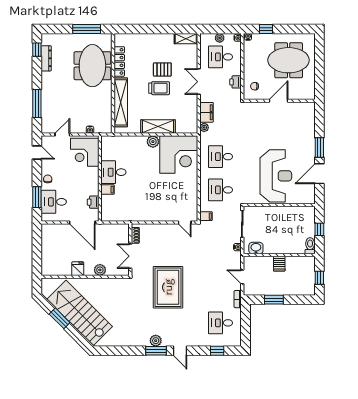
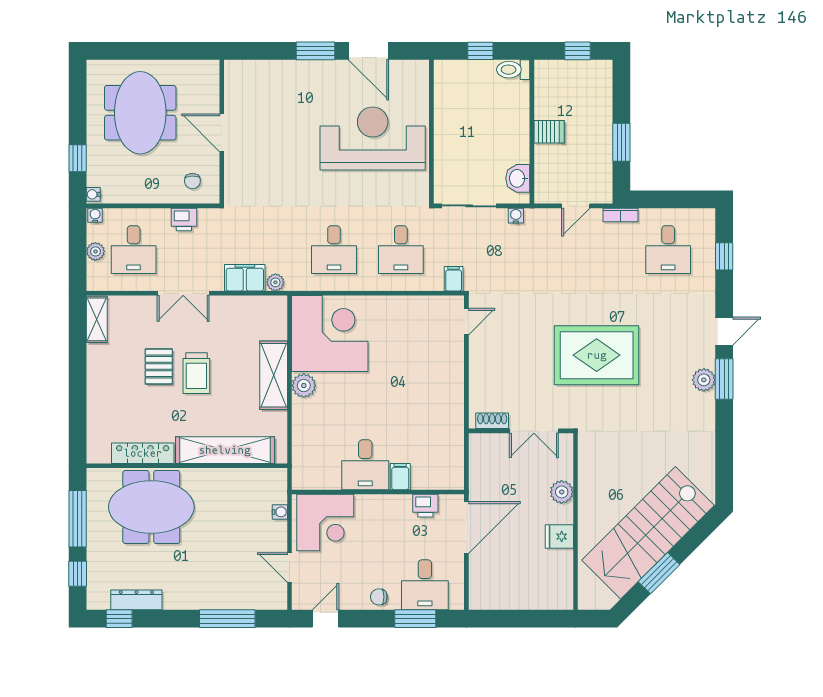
window: (59, 29) -> (78, 574), added
trolley: (159, 88) -> (196, 373), turned 180

